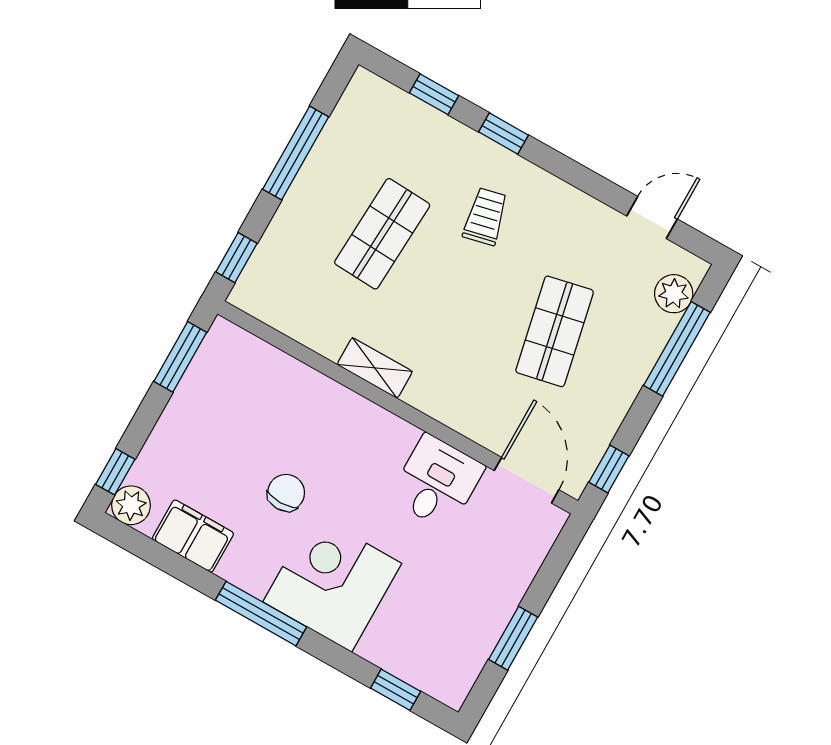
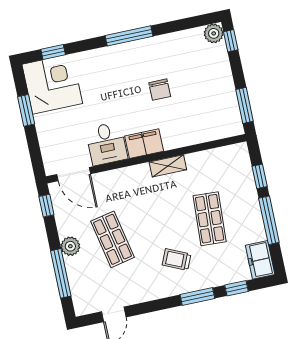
freezer: (361, 106) -> (260, 260), added
window: (503, 133) -> (197, 297), width x1.50
trolley: (485, 217) -> (177, 259), turned 127
window: (236, 258) -> (260, 176), moved
plant: (674, 294) -> (70, 246), moved
filing cabinet: (193, 536) -> (144, 144), moved, turned 180
corner desk: (332, 583) -> (52, 84), moved, turned -90

